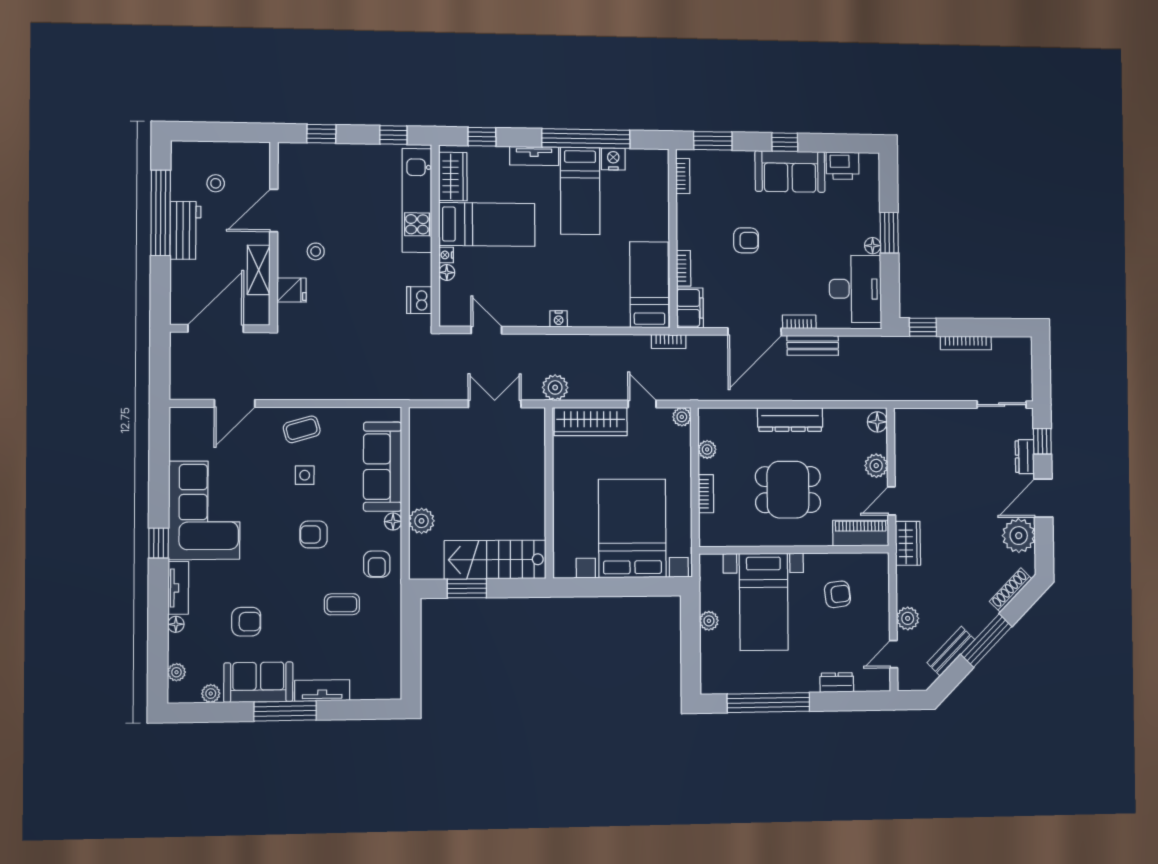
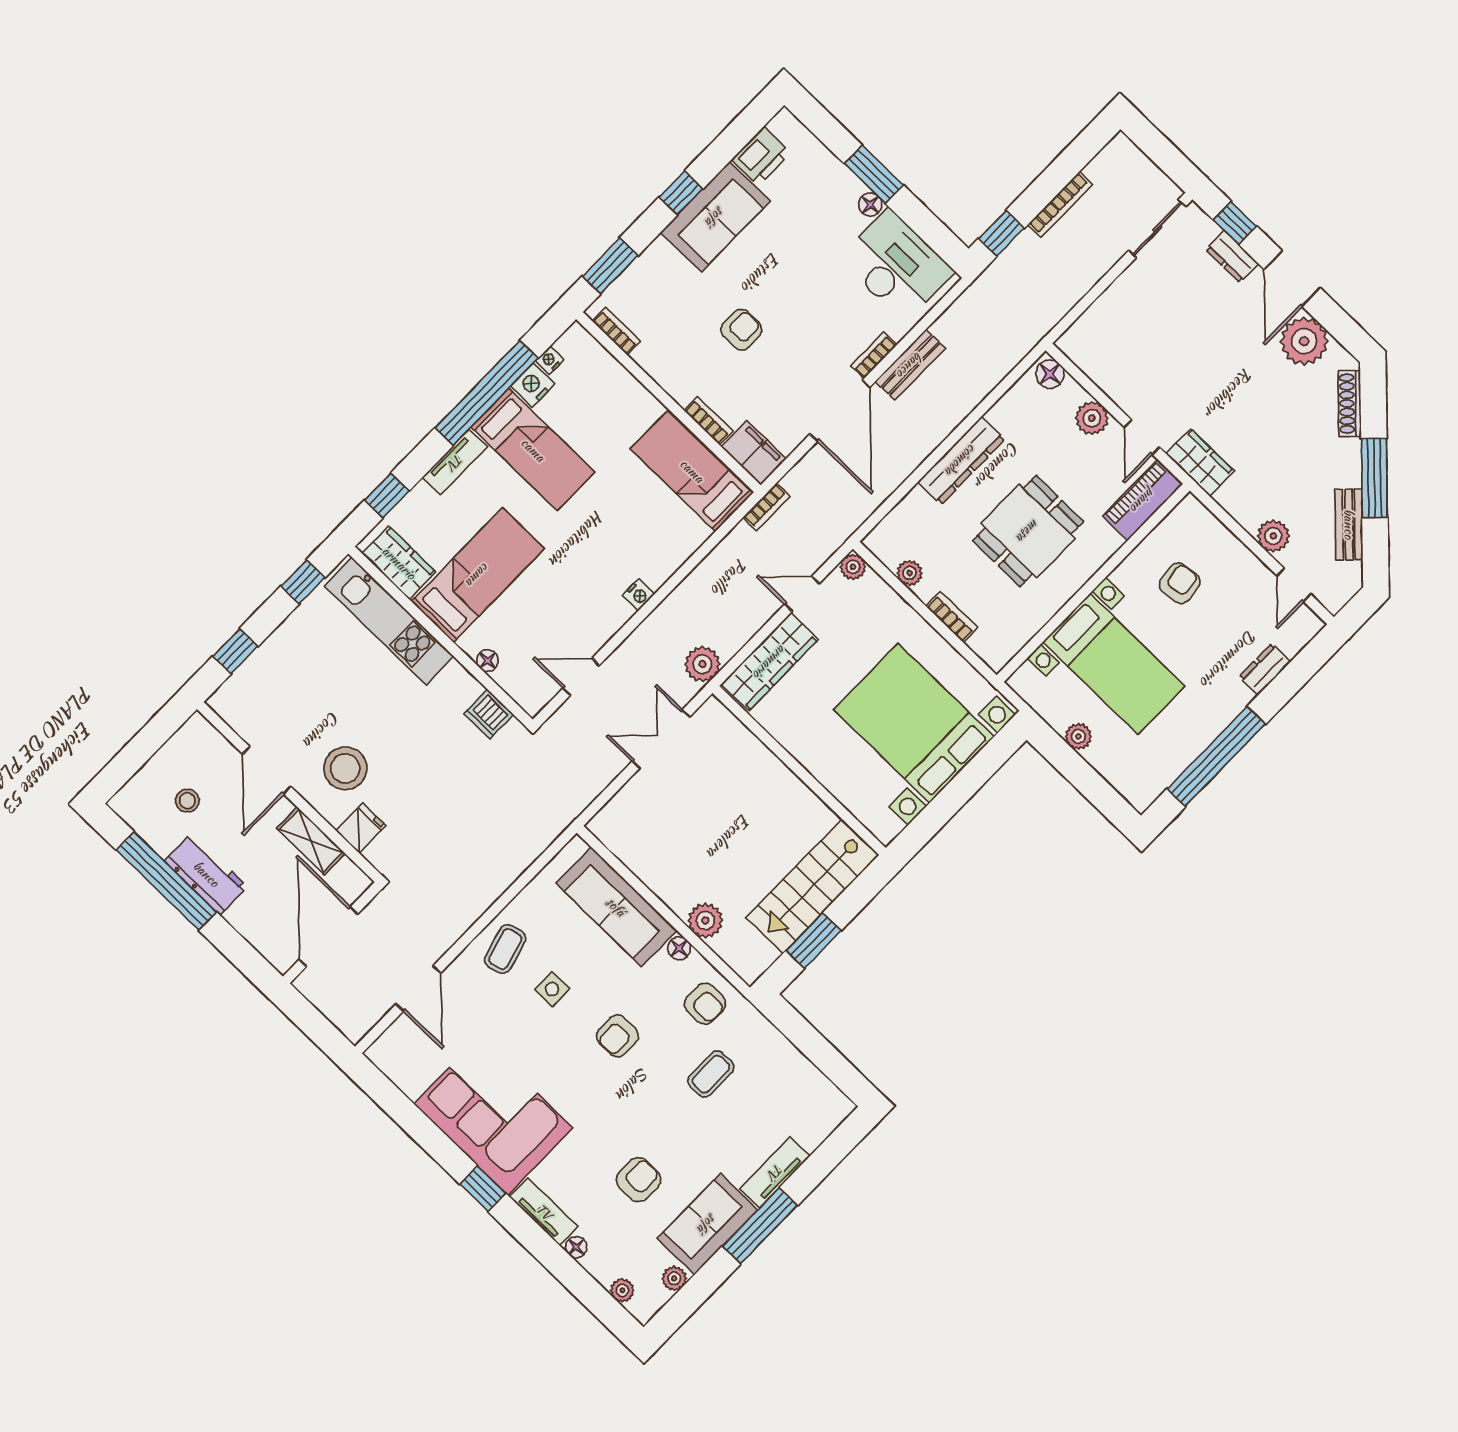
stool: (316, 251) -> (345, 768), width x1.89, depth x1.89
nightstand: (446, 255) -> (550, 360), moved, turned 90

